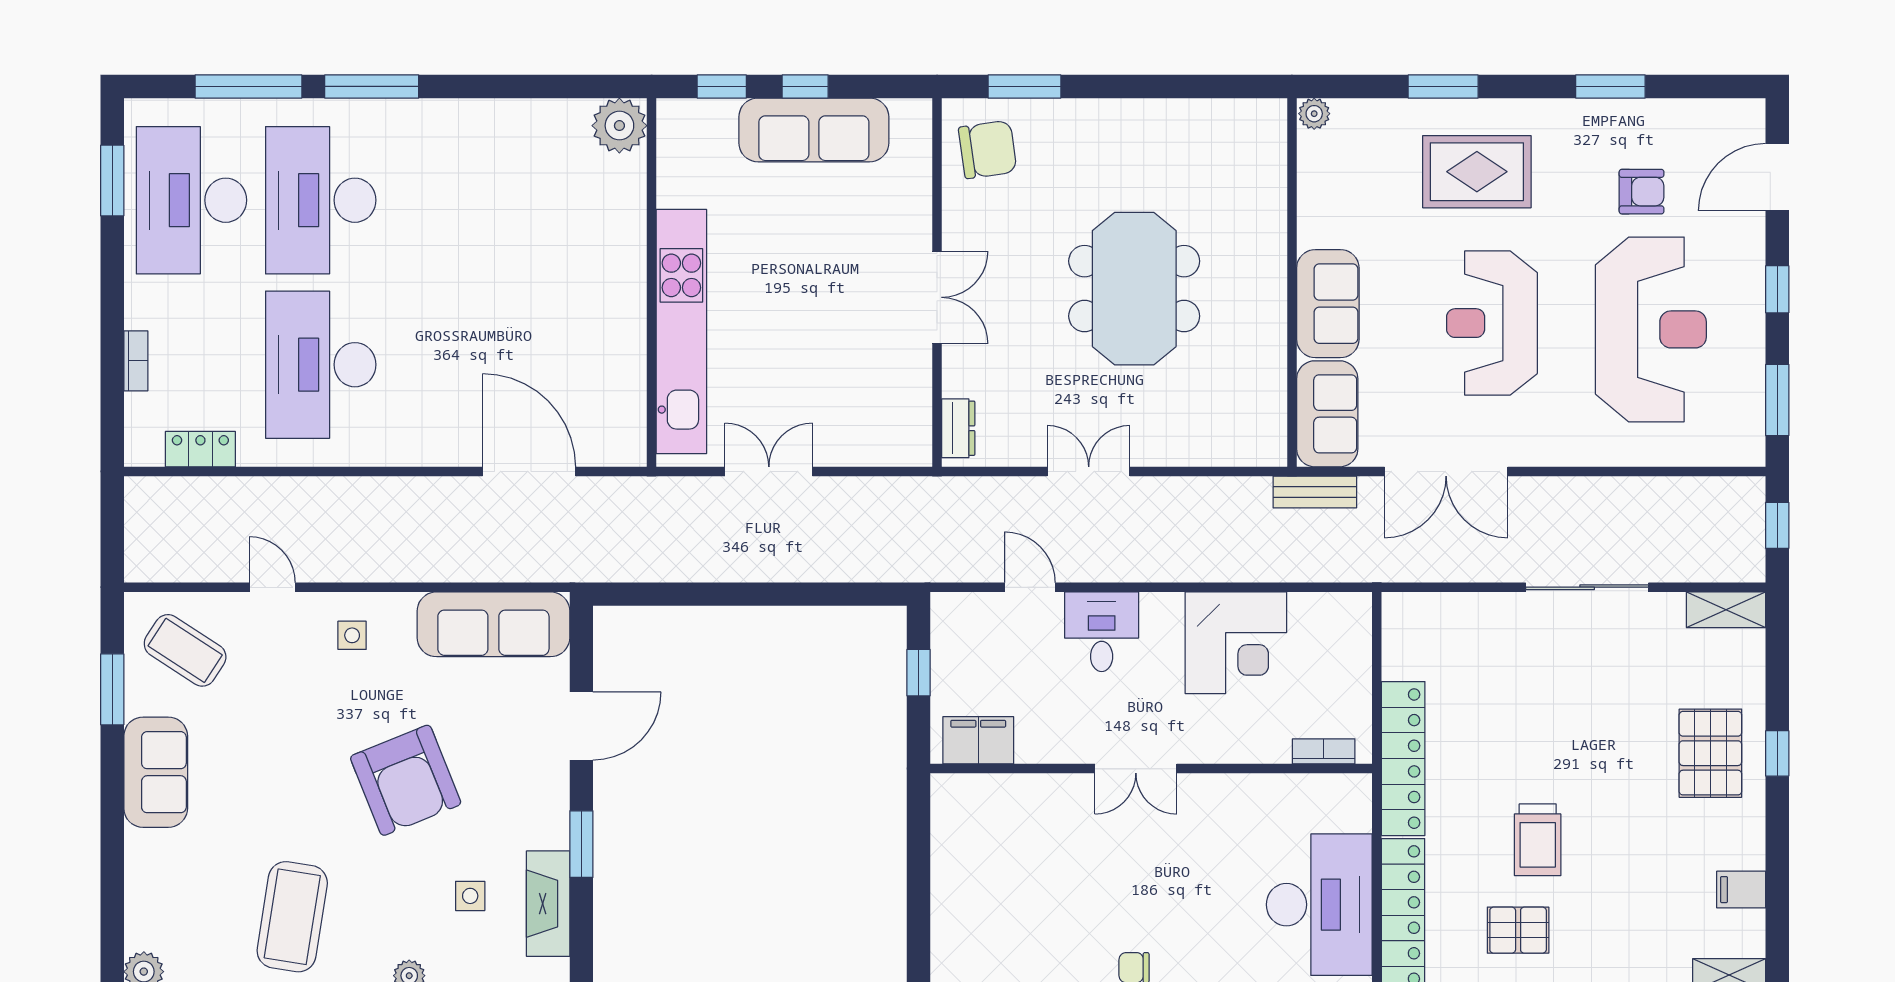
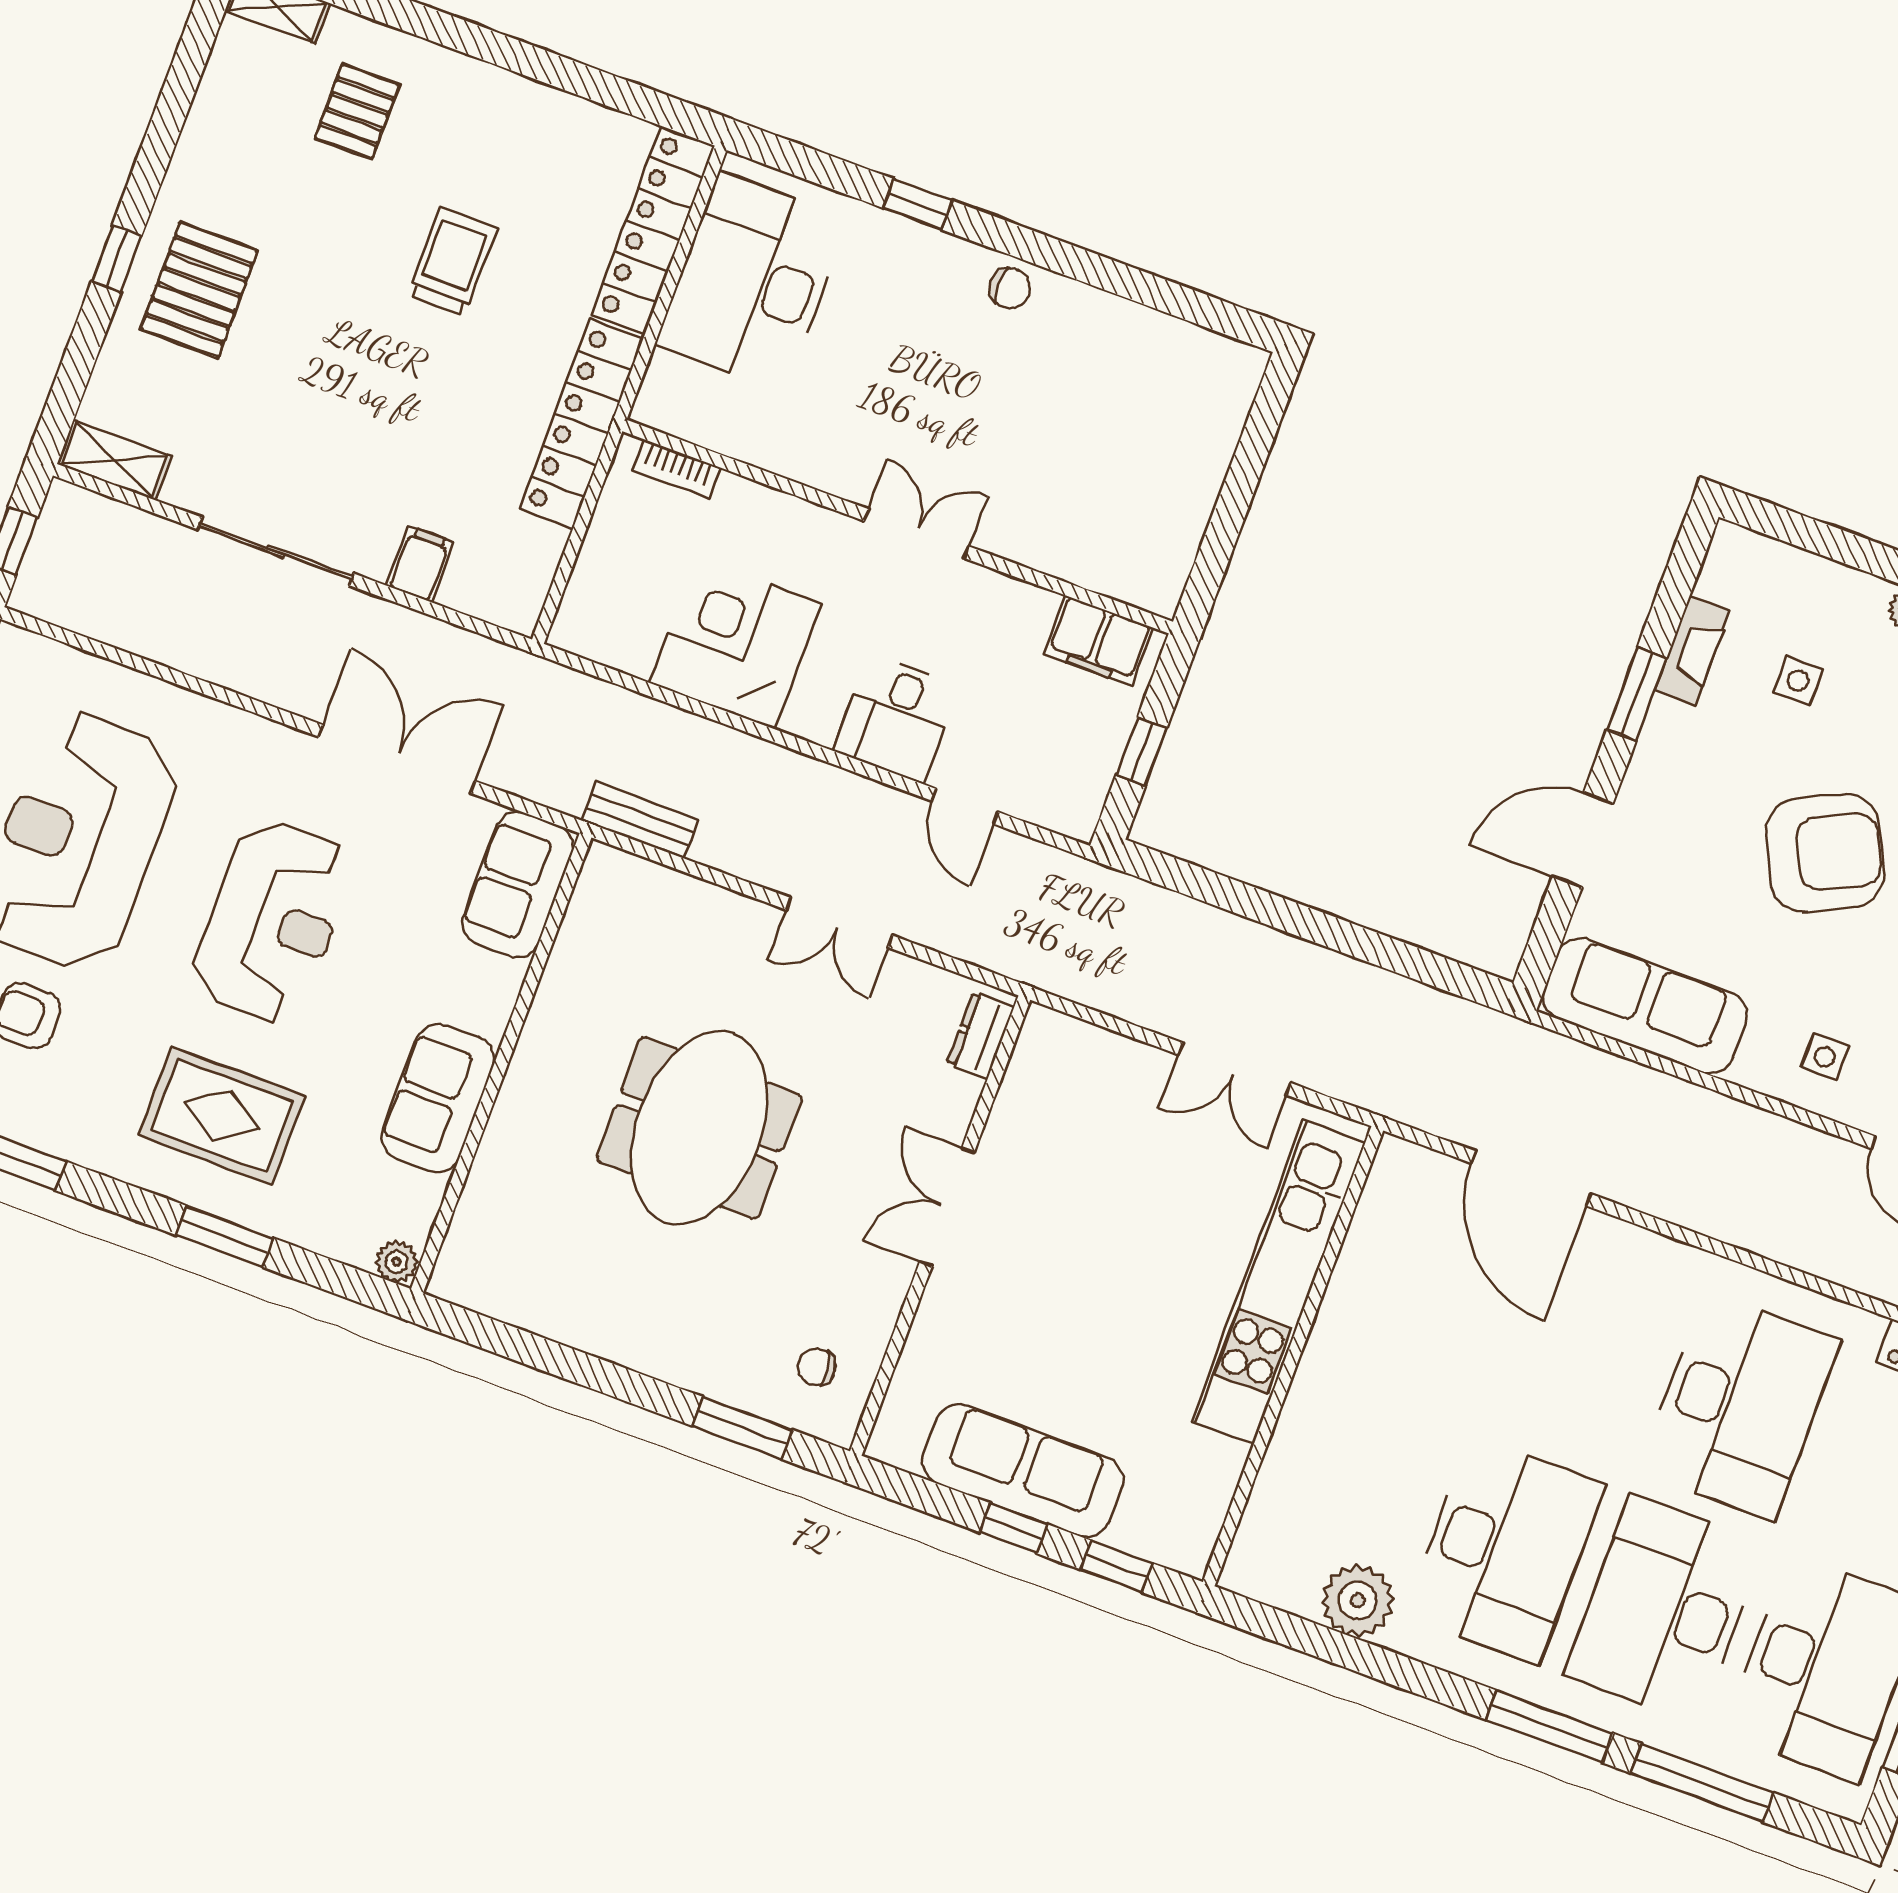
plant: (619, 126) -> (1358, 1601), moved
chair: (988, 150) -> (817, 1367), width x0.54, depth x0.54
desk: (321, 200) -> (1665, 1609), turned 180
desk: (450, 200) -> (1505, 1550), added
sofa: (1328, 304) -> (438, 1098), moved
bench: (1315, 492) -> (640, 820), moved
armchair: (406, 780) -> (1825, 853), turned 86
filing cabinet: (1741, 890) -> (420, 564), moved, turned -90
fireplace: (548, 904) -> (1692, 651), width x0.73, depth x0.76
pallet: (1518, 930) -> (357, 111), moved, turned 90

